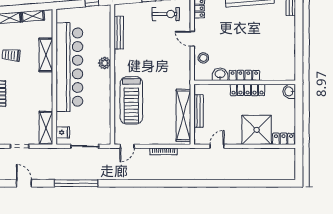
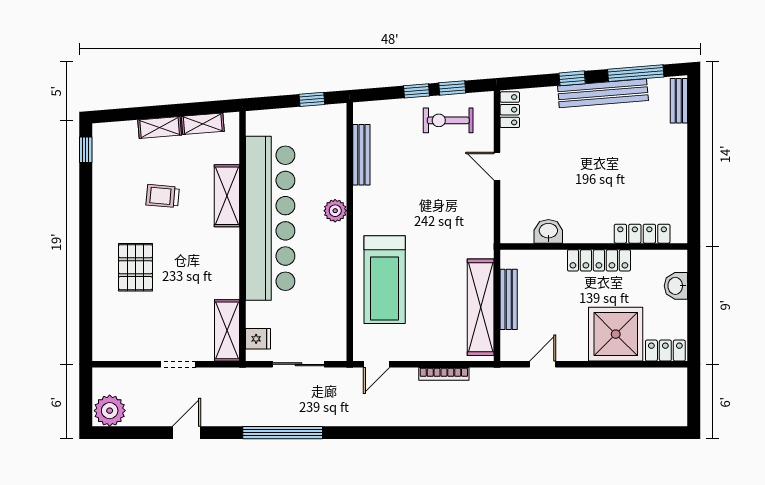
exercise bike: (166, 14) -> (448, 120), turned 180
stool: (203, 58) -> (517, 201), removed
locker: (244, 75) -> (642, 234), moved
washbasin: (289, 91) -> (676, 286), moved
door: (24, 183) -> (186, 433), hinge flipped

